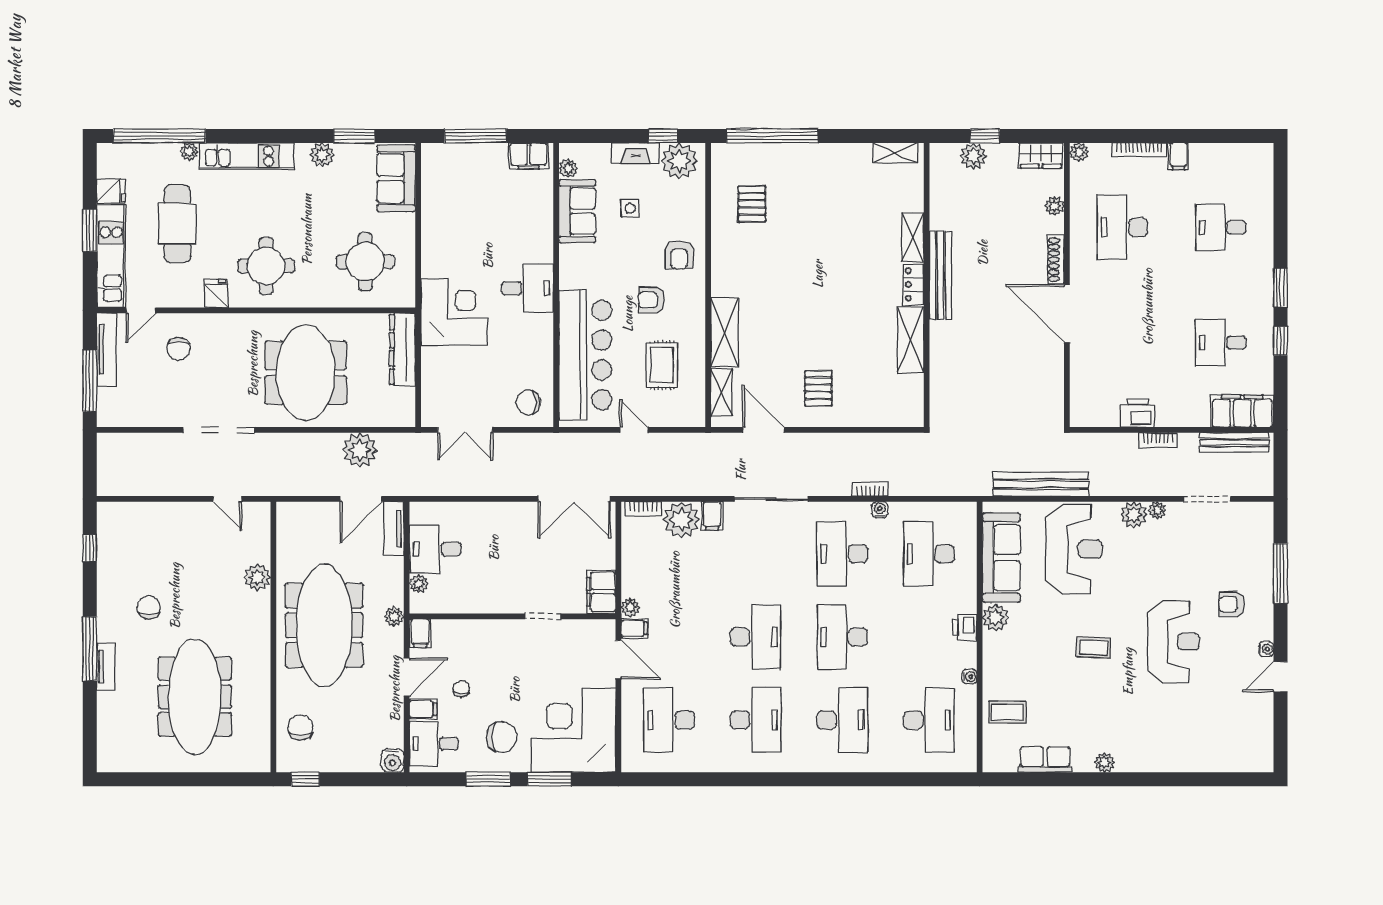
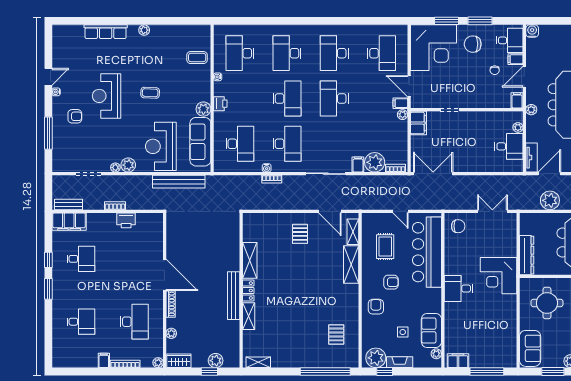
bench: (1234, 442) -> (68, 205), width x0.73
row of seats: (1045, 759) -> (106, 32), moved, width x1.48

